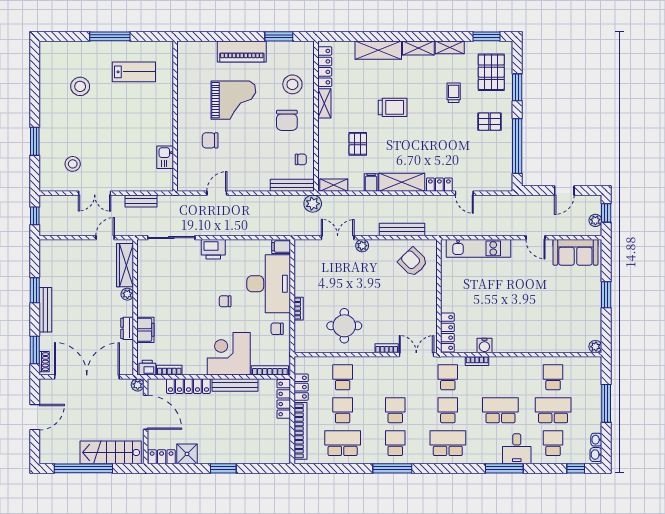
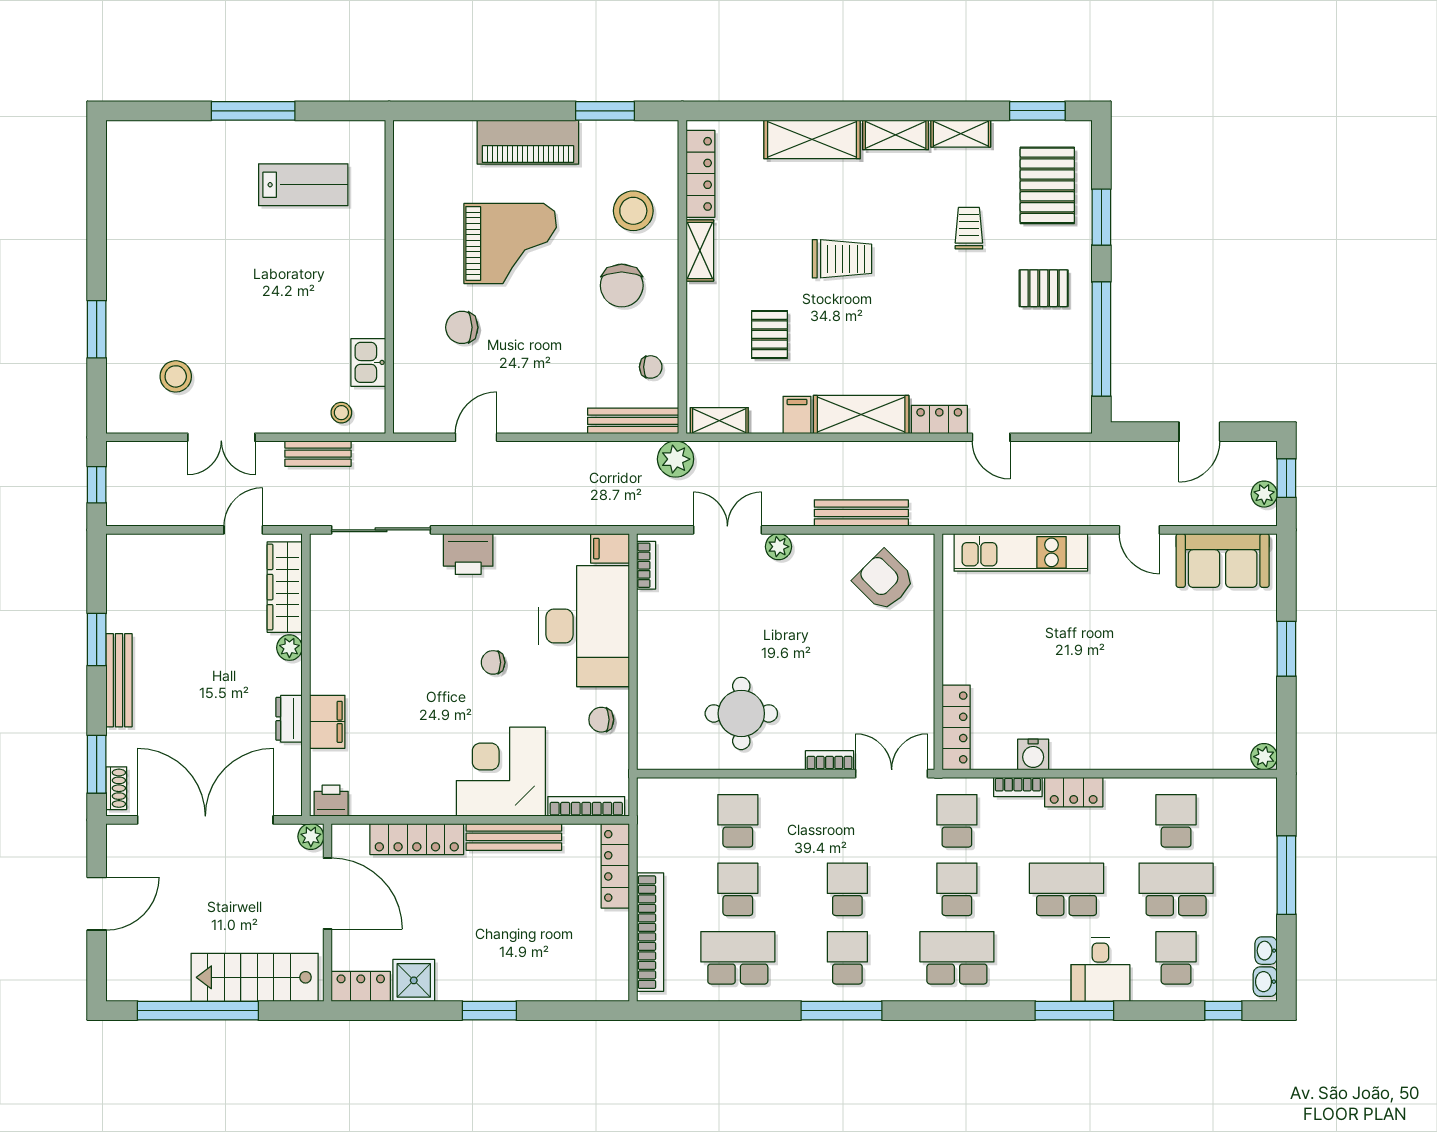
stool: (80, 86) -> (341, 413), moved, width x0.53, depth x0.53
bookcase: (299, 309) -> (646, 565), moved
bookcase: (169, 370) -> (377, 806), removed
locker: (301, 387) -> (1074, 792), moved, turned 90

